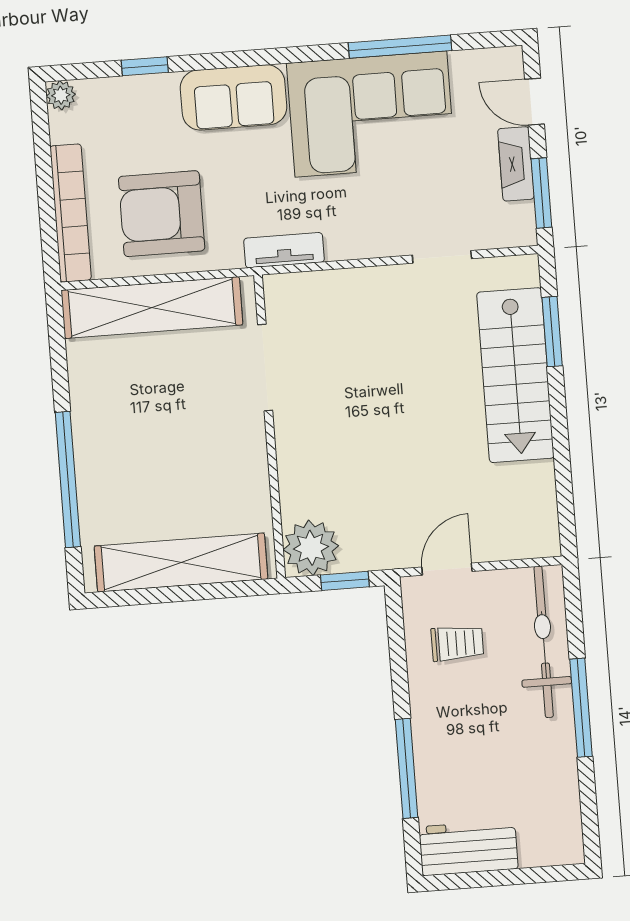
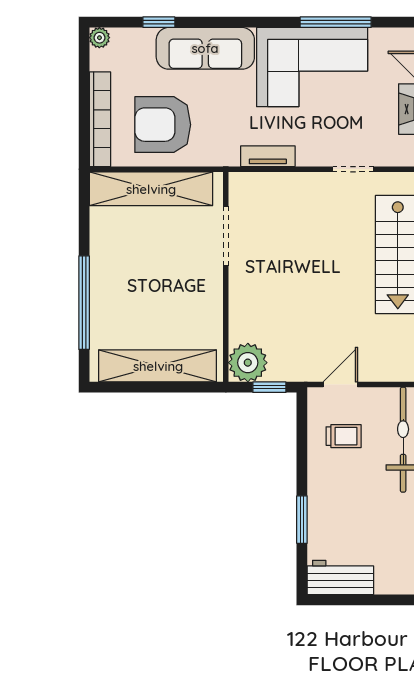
sofa: (234, 97) -> (205, 48), width x1.36
tv unit: (284, 250) -> (268, 156), moved
window: (407, 768) -> (302, 520), width x0.69

